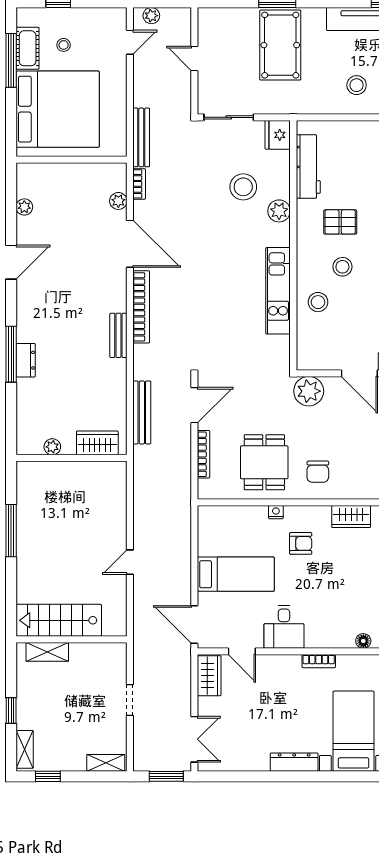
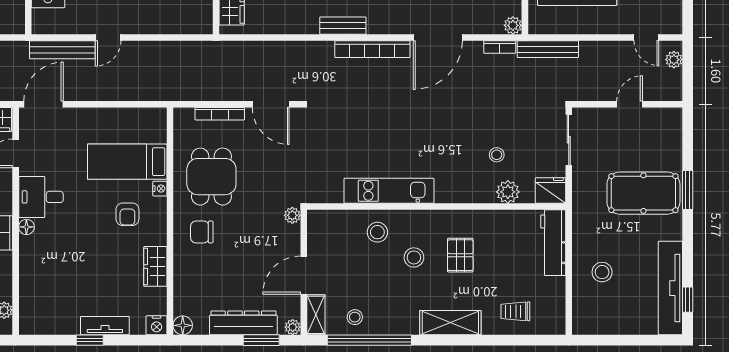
workbench: (308, 167) -> (553, 243), moved, turned 90
stool: (243, 187) -> (497, 155), width x0.53, depth x0.53
plant: (118, 201) -> (513, 25), moved
plant: (279, 211) -> (508, 192), moved
plant: (309, 391) -> (292, 215), width x0.53, depth x0.53
bench: (142, 412) -> (62, 50), moved
dining table: (264, 462) -> (211, 177), turned 90
door: (130, 562) -> (108, 37), swing flipped
bed: (236, 574) -> (127, 162), moved, turned 90
floor lamp: (363, 641) -> (26, 227), moved

